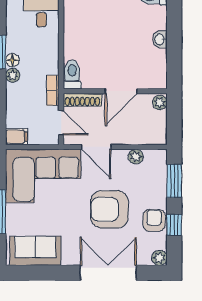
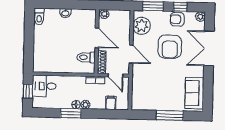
toilet: (72, 74) -> (86, 57), moved
door: (61, 123) -> (116, 75), swing flipped
filing cabinet: (16, 137) -> (111, 103), moved
door: (96, 147) -> (131, 54), hinge flipped
plant: (136, 157) -> (142, 26), width x1.88, depth x1.88
corner sofa: (43, 176) -> (148, 87), removed

